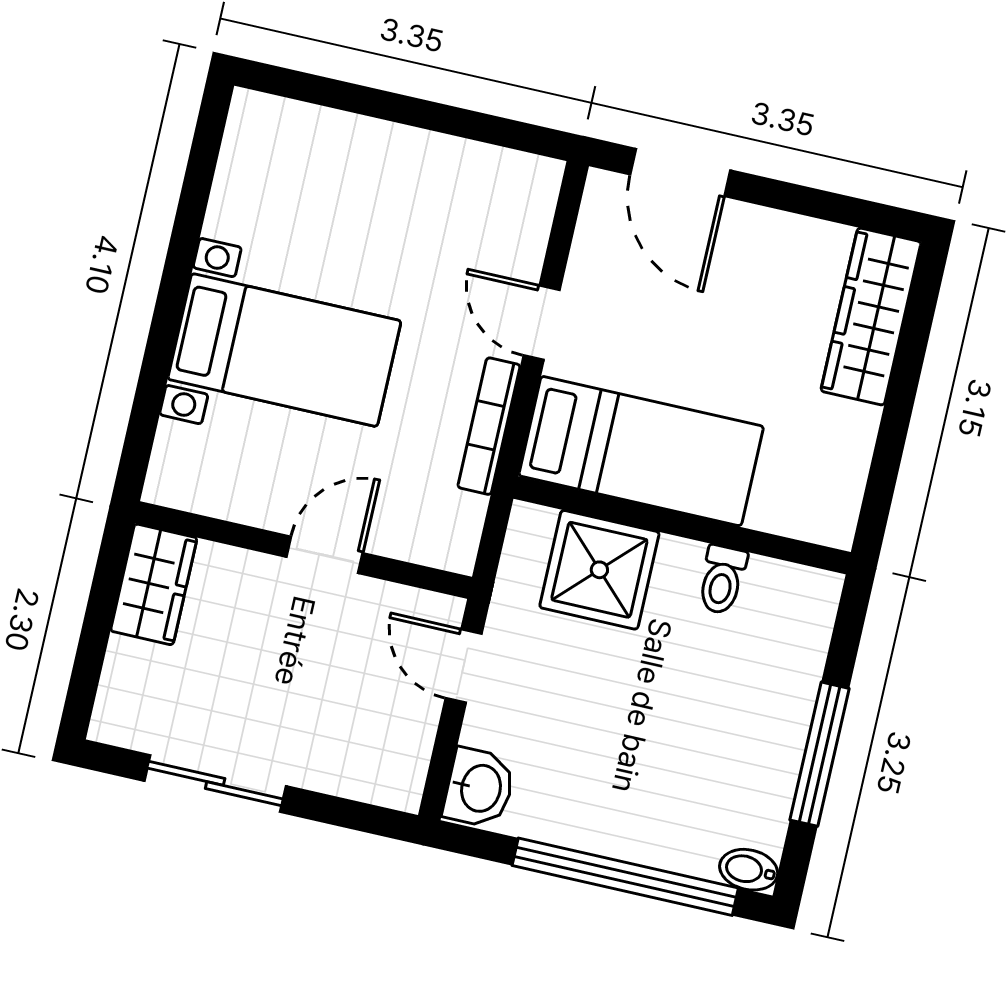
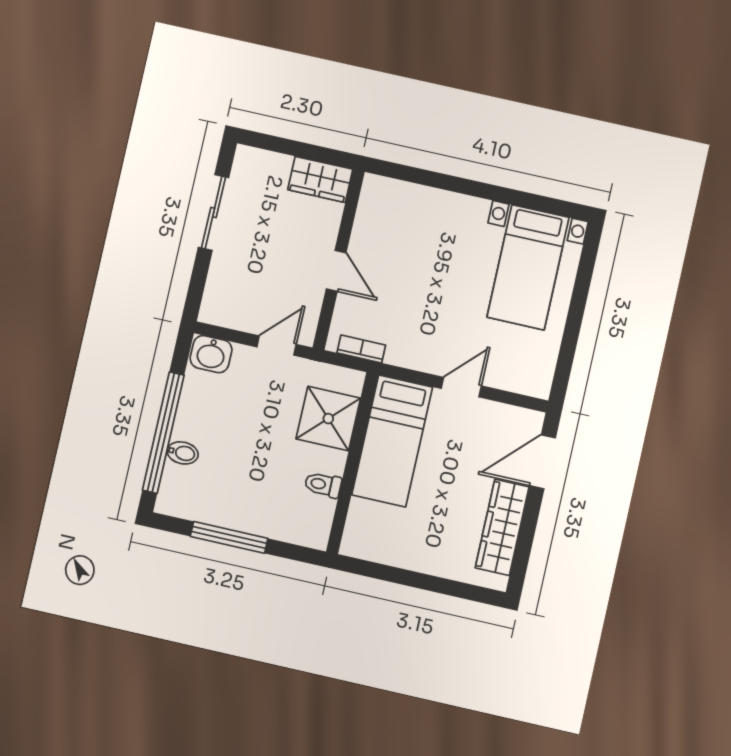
wardrobe: (871, 317) -> (502, 527), moved, turned -90
bed with nightstands: (284, 350) -> (528, 267), moved
bookcase: (489, 426) -> (361, 349), moved, width x0.64
bidet: (749, 870) -> (183, 453), moved, turned 90

